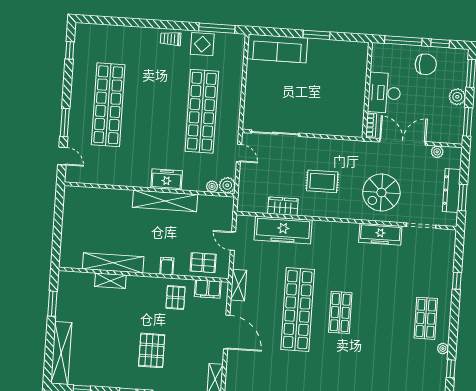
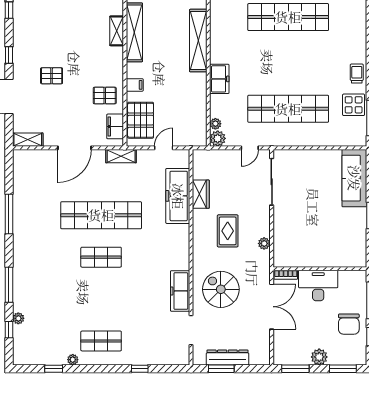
plant: (437, 152) -> (264, 243), moved
shelving: (165, 201) -> (198, 41), moved
pallet: (203, 263) -> (141, 120), width x1.50, depth x1.42
pallet: (152, 350) -> (52, 76), width x0.67, depth x0.71

